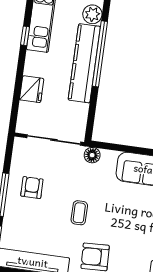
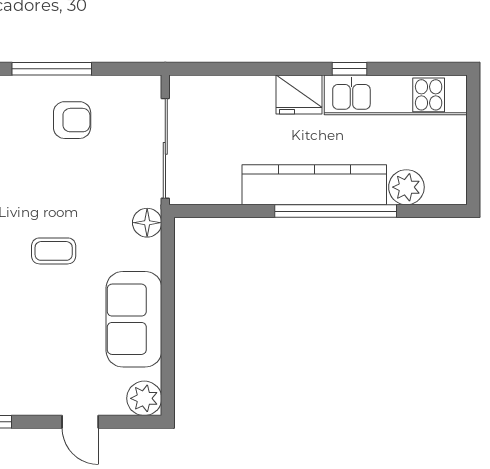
fridge: (32, 89) -> (299, 94), moved
coffee table: (79, 213) -> (54, 251), moved

